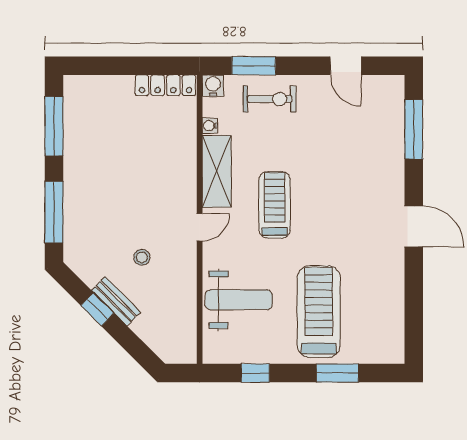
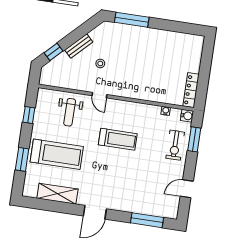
window: (54, 126) -> (178, 27), removed
shelving: (217, 171) -> (57, 194), moved
door: (200, 227) -> (99, 95), moved
weight bench: (239, 300) -> (70, 112), width x0.73, depth x0.75
window: (97, 309) -> (53, 52), moved

